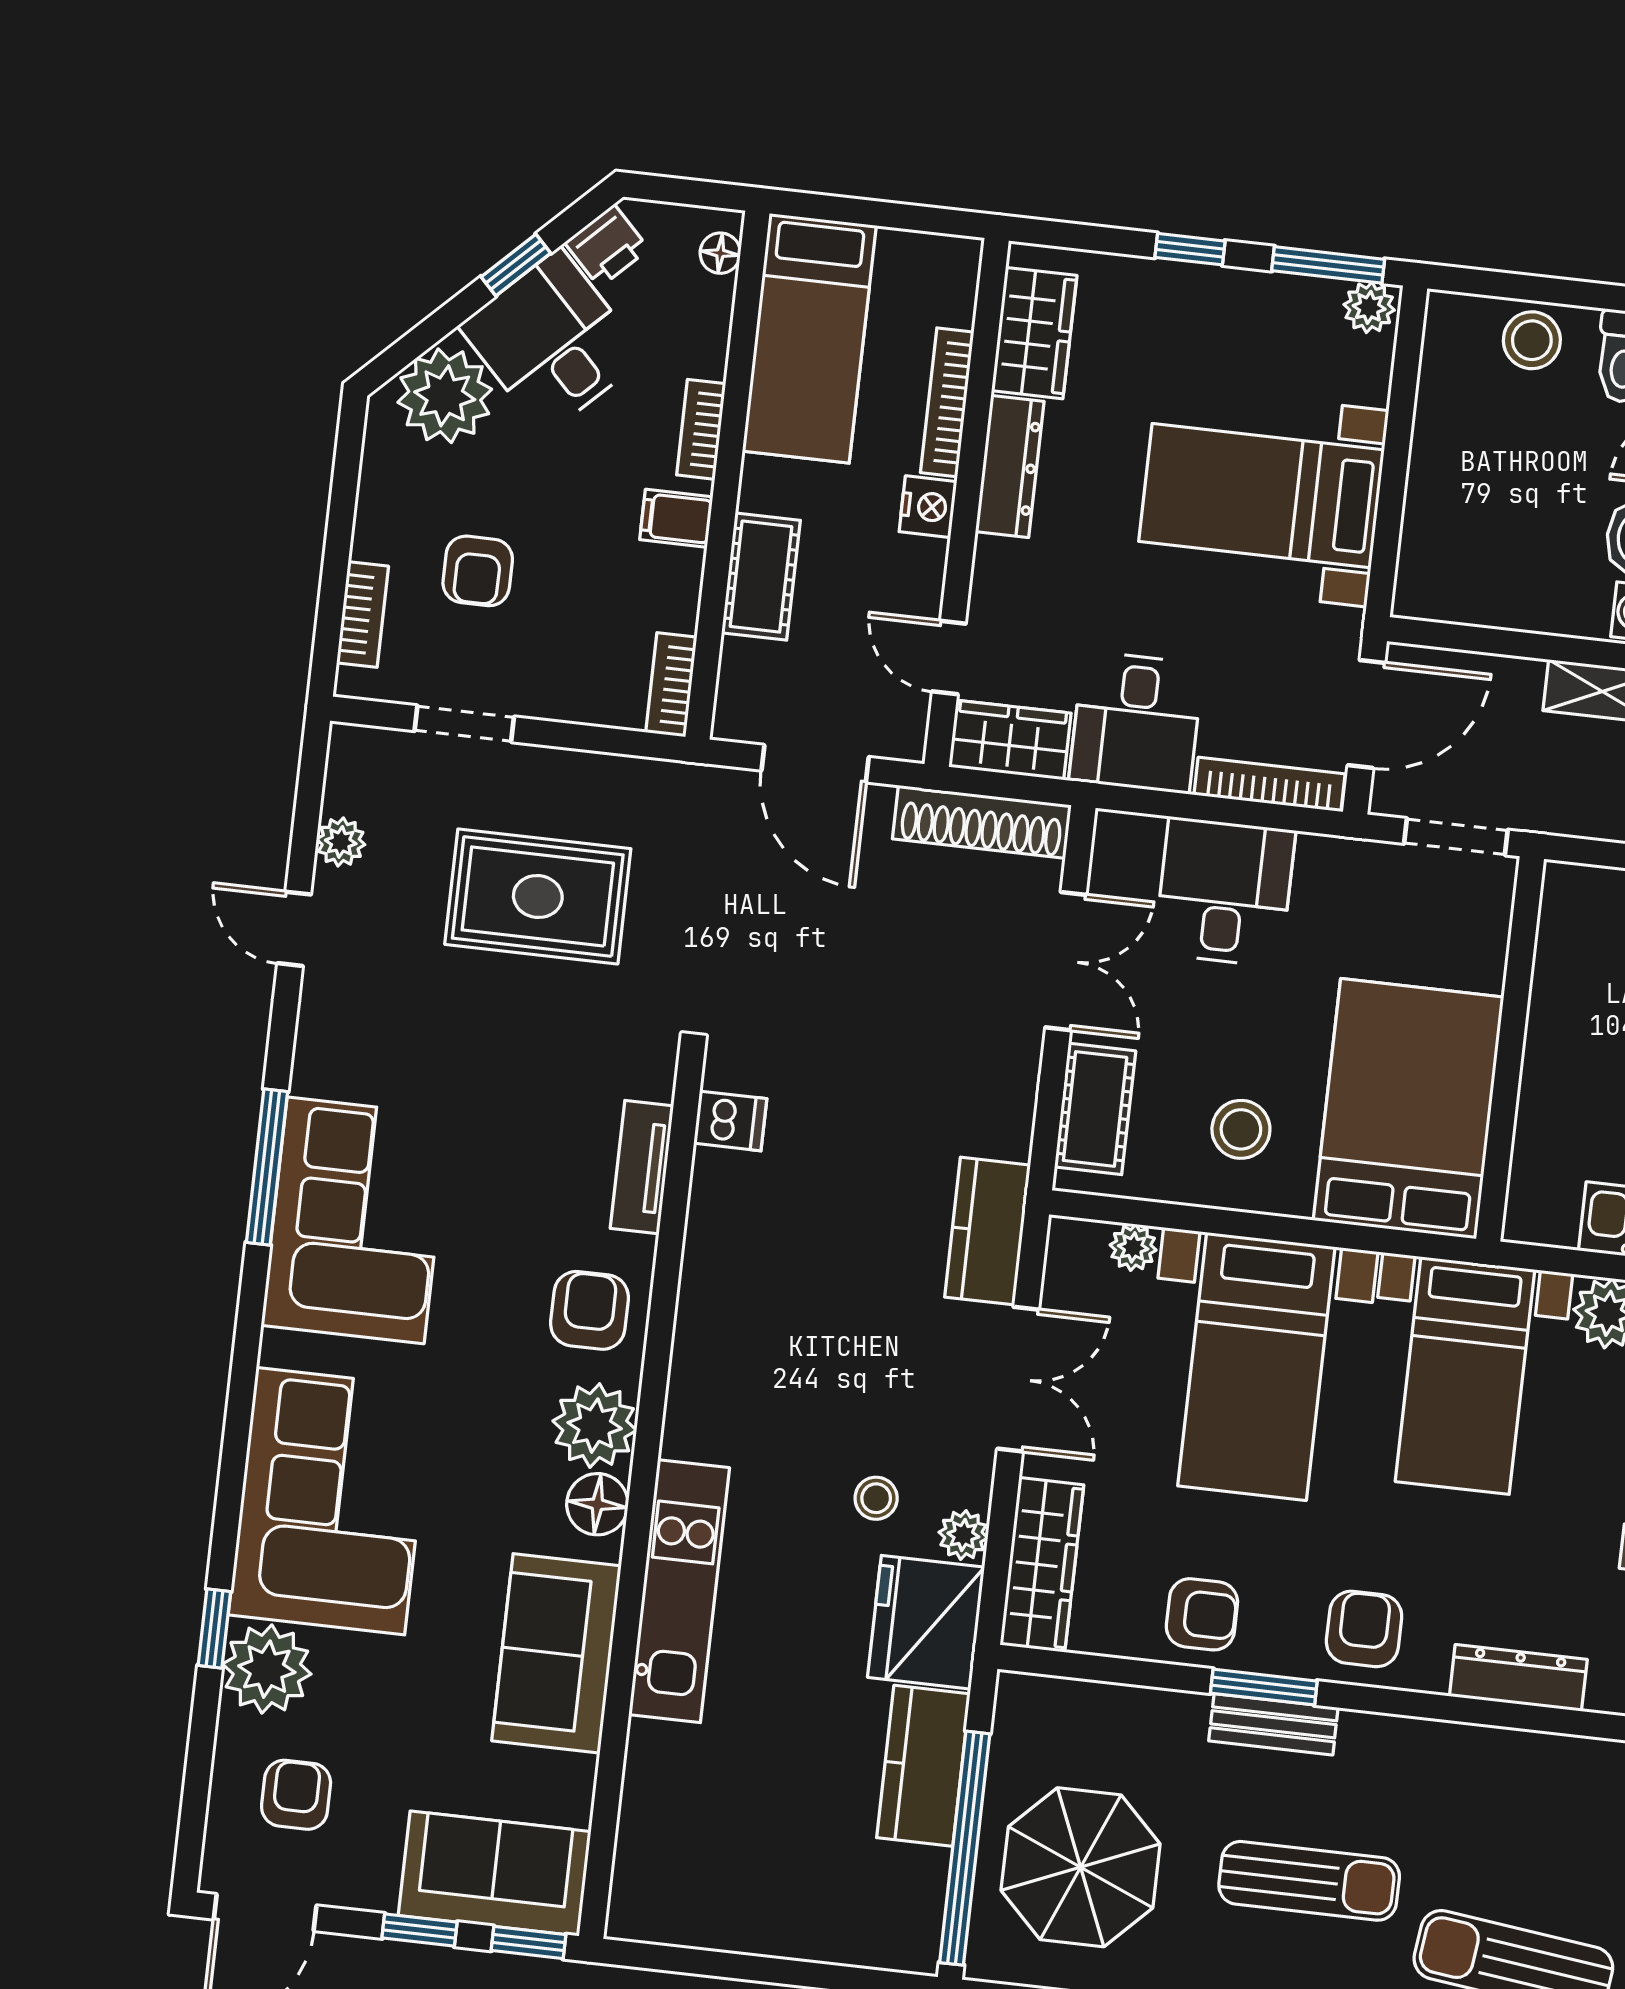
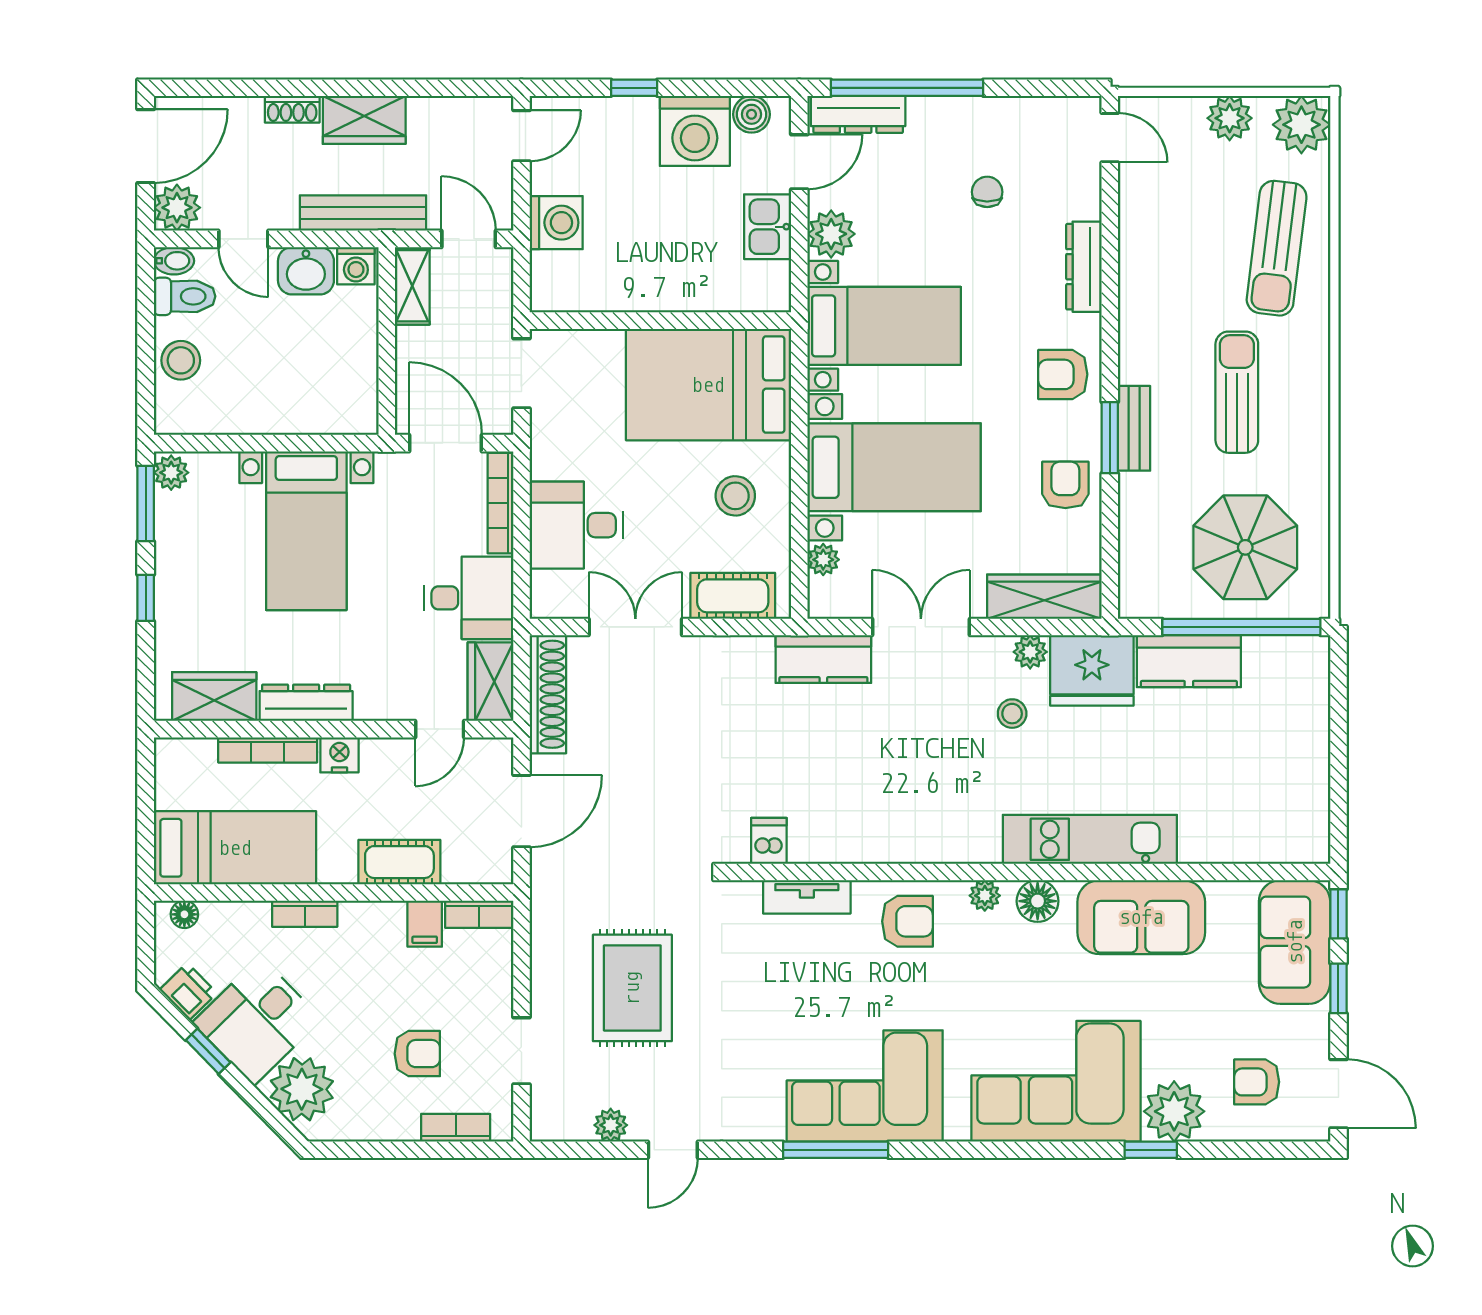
filing cabinet: (676, 518) -> (425, 924), moved
armchair: (589, 1310) -> (907, 921), turned 180
plant: (595, 1426) -> (985, 896), width x0.53, depth x0.53

